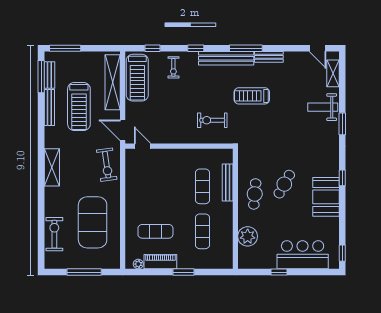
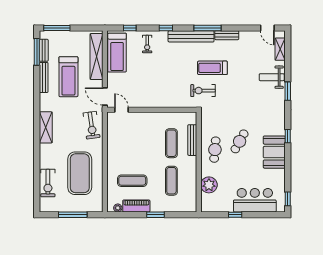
exercise bike: (212, 120) -> (203, 91), moved
exercise bike: (54, 234) -> (48, 183), turned 180

